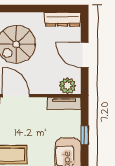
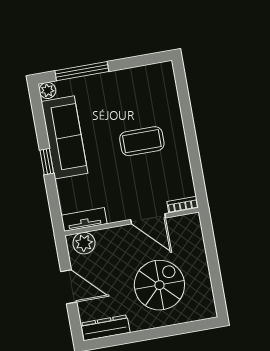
window: (85, 135) -> (47, 162), moved

